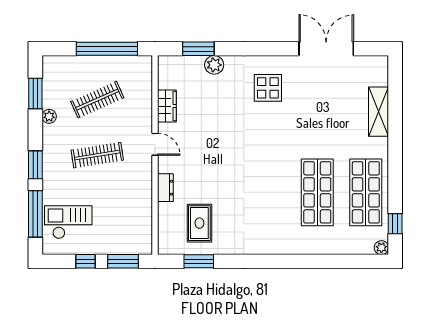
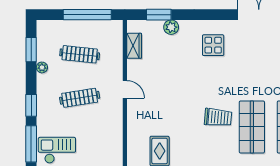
clothes rail: (97, 100) -> (80, 54), turned 30
wardrobe: (167, 106) -> (134, 46), moved
trolley: (274, 180) -> (218, 117), added
dresser: (165, 188) -> (133, 123), removed

